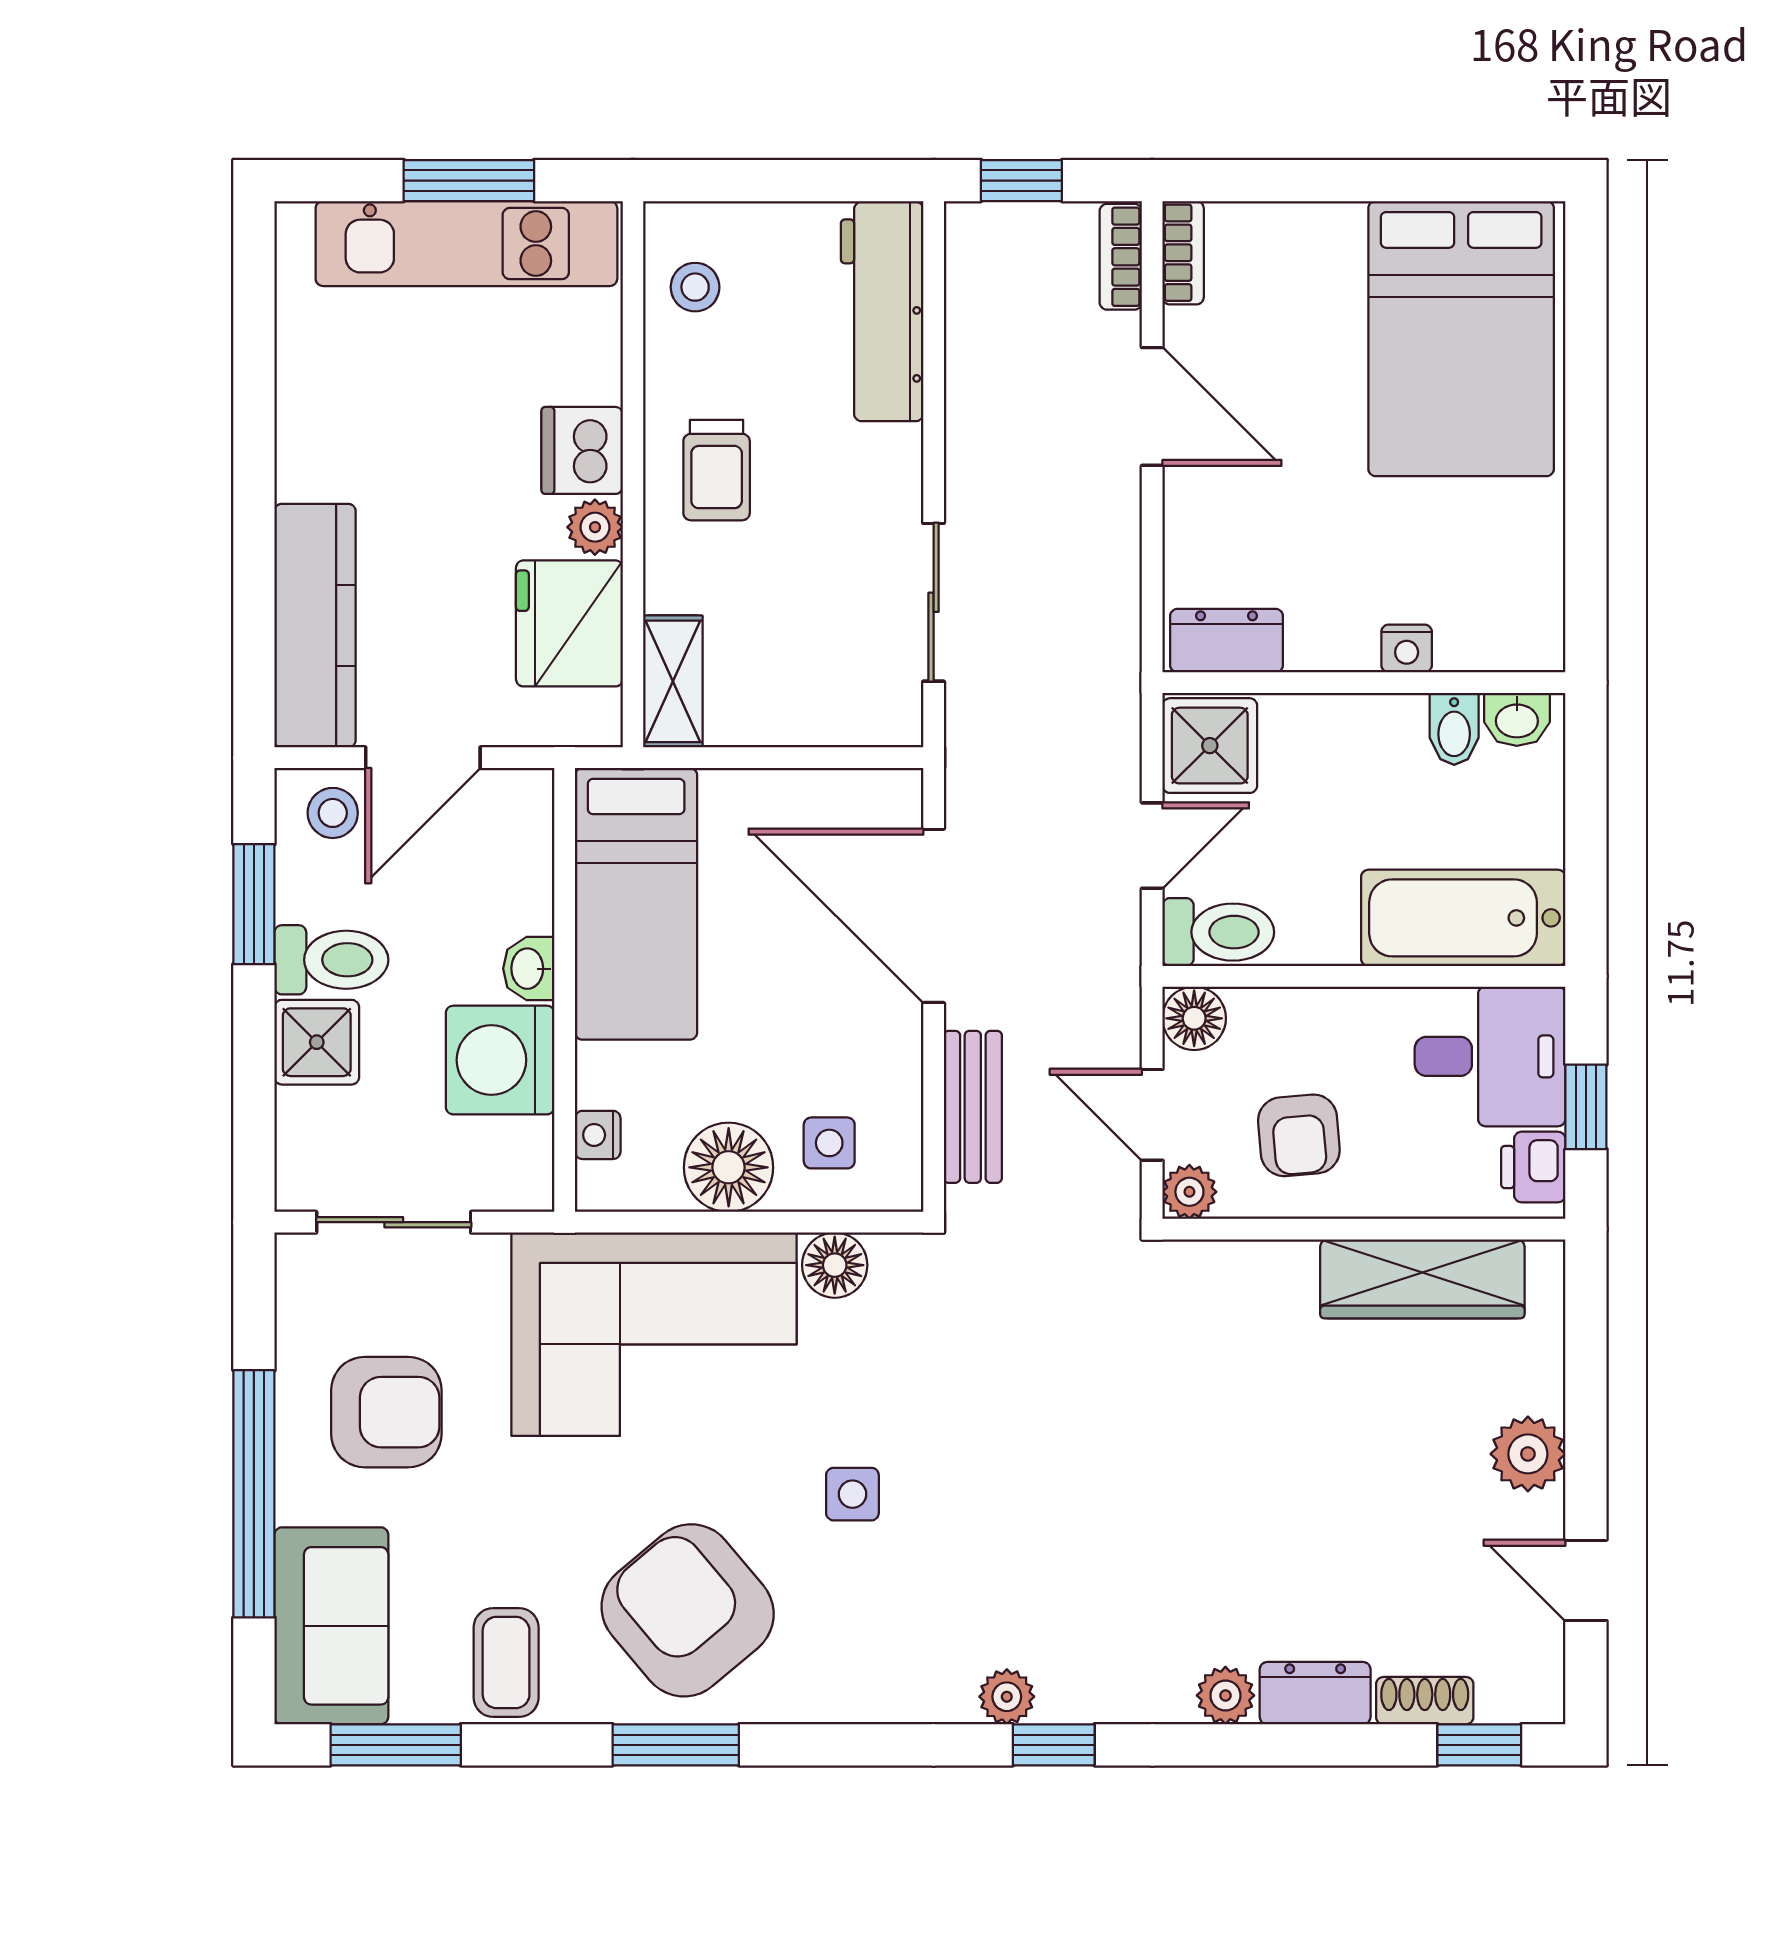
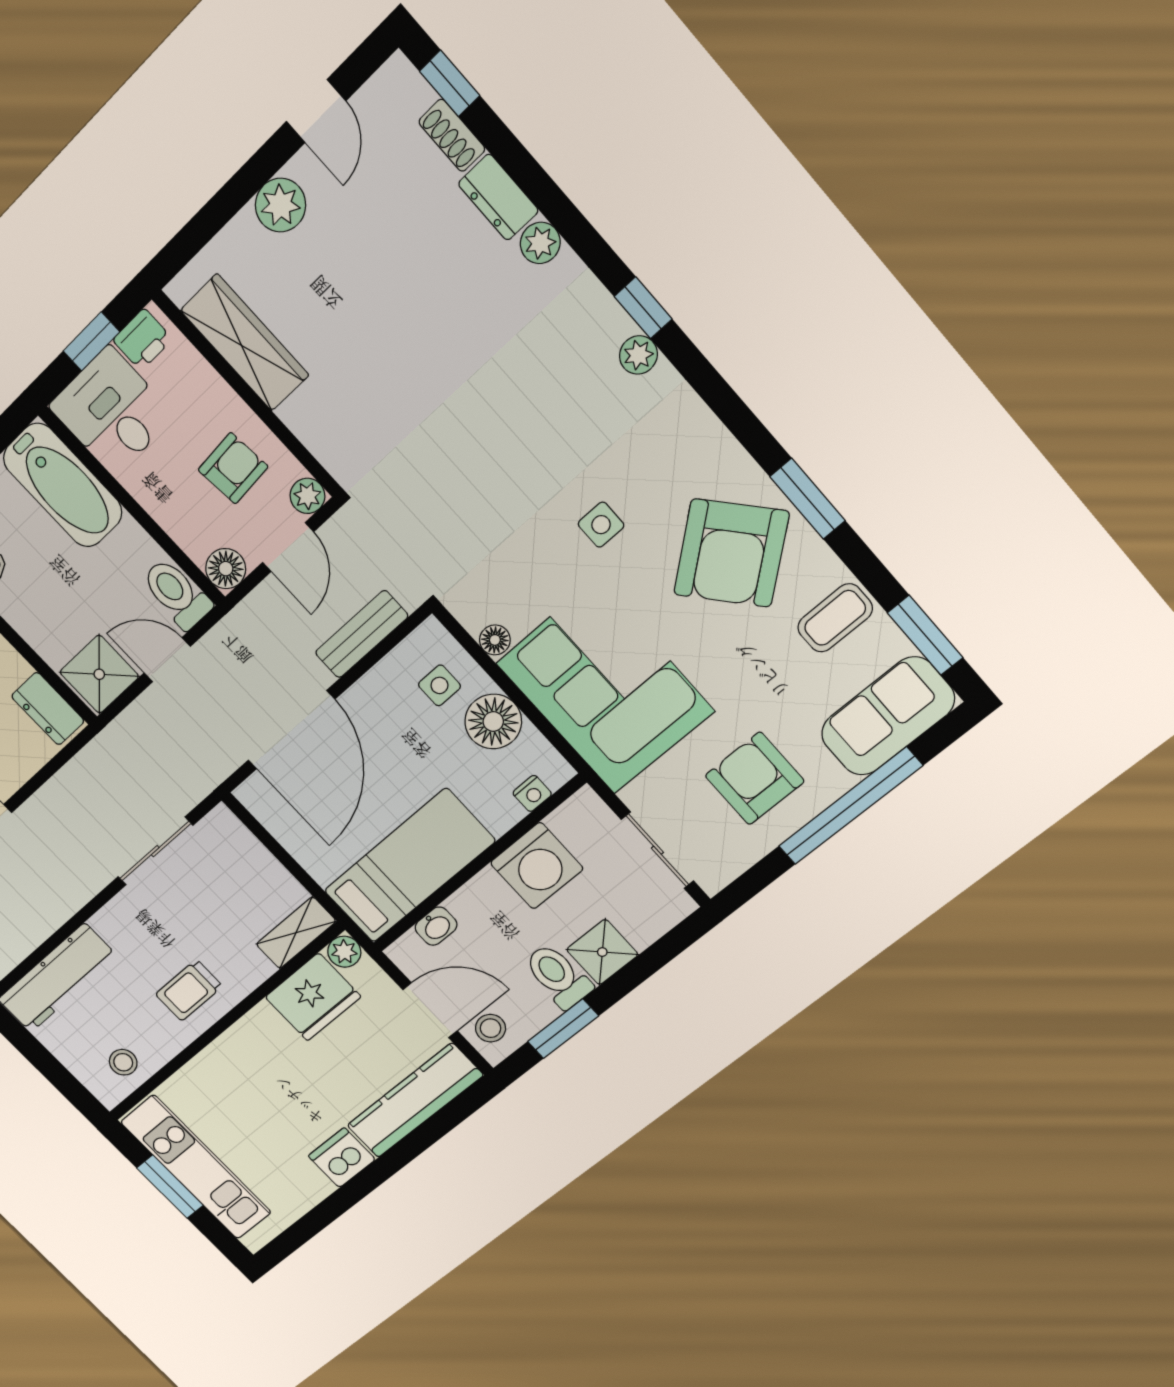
dishwasher: (582, 450) -> (342, 1158), moved, turned 180
trolley: (717, 470) -> (189, 990), turned 180
plant: (595, 527) -> (344, 952), moved
washbasin: (529, 969) -> (436, 926), moved
floor lamp: (835, 1265) -> (495, 640), width x0.73, depth x0.73

